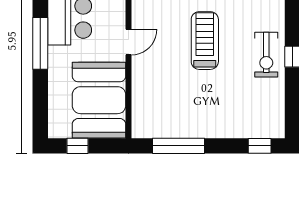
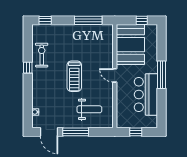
door: (128, 42) -> (115, 75), hinge flipped
exercise bike: (266, 55) -> (42, 55), moved

